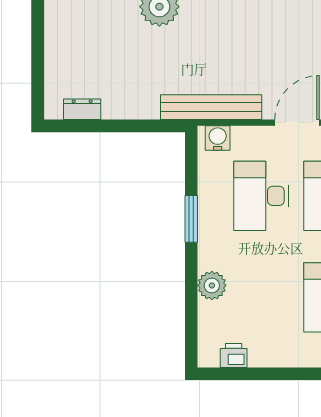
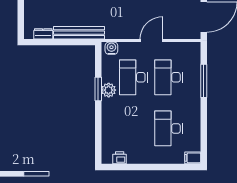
bench: (211, 107) -> (79, 33), moved
plant: (212, 285) -> (109, 90), moved

